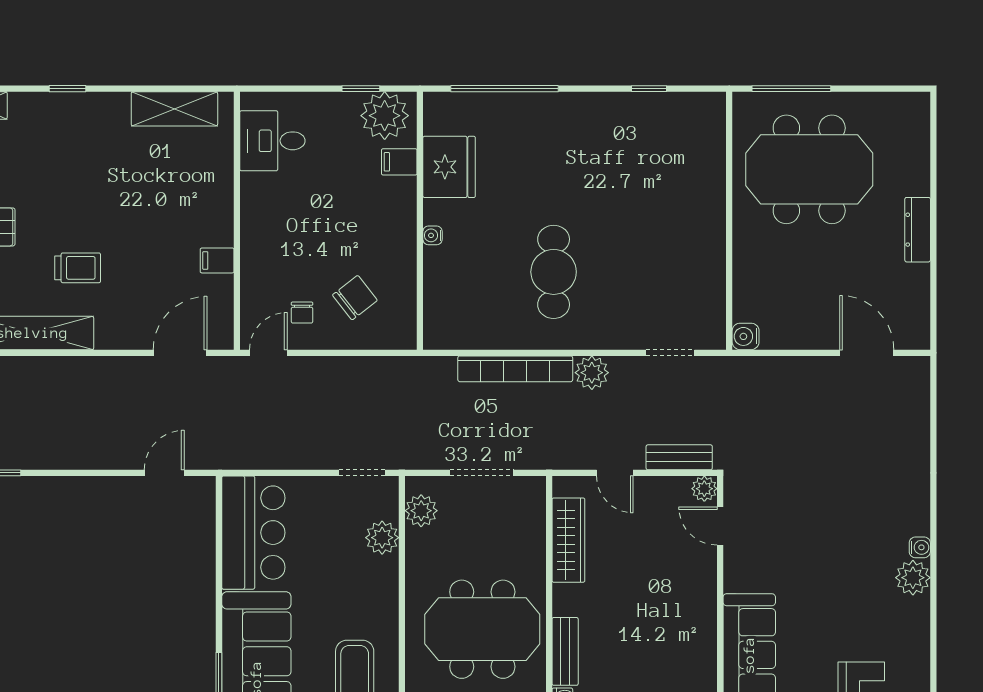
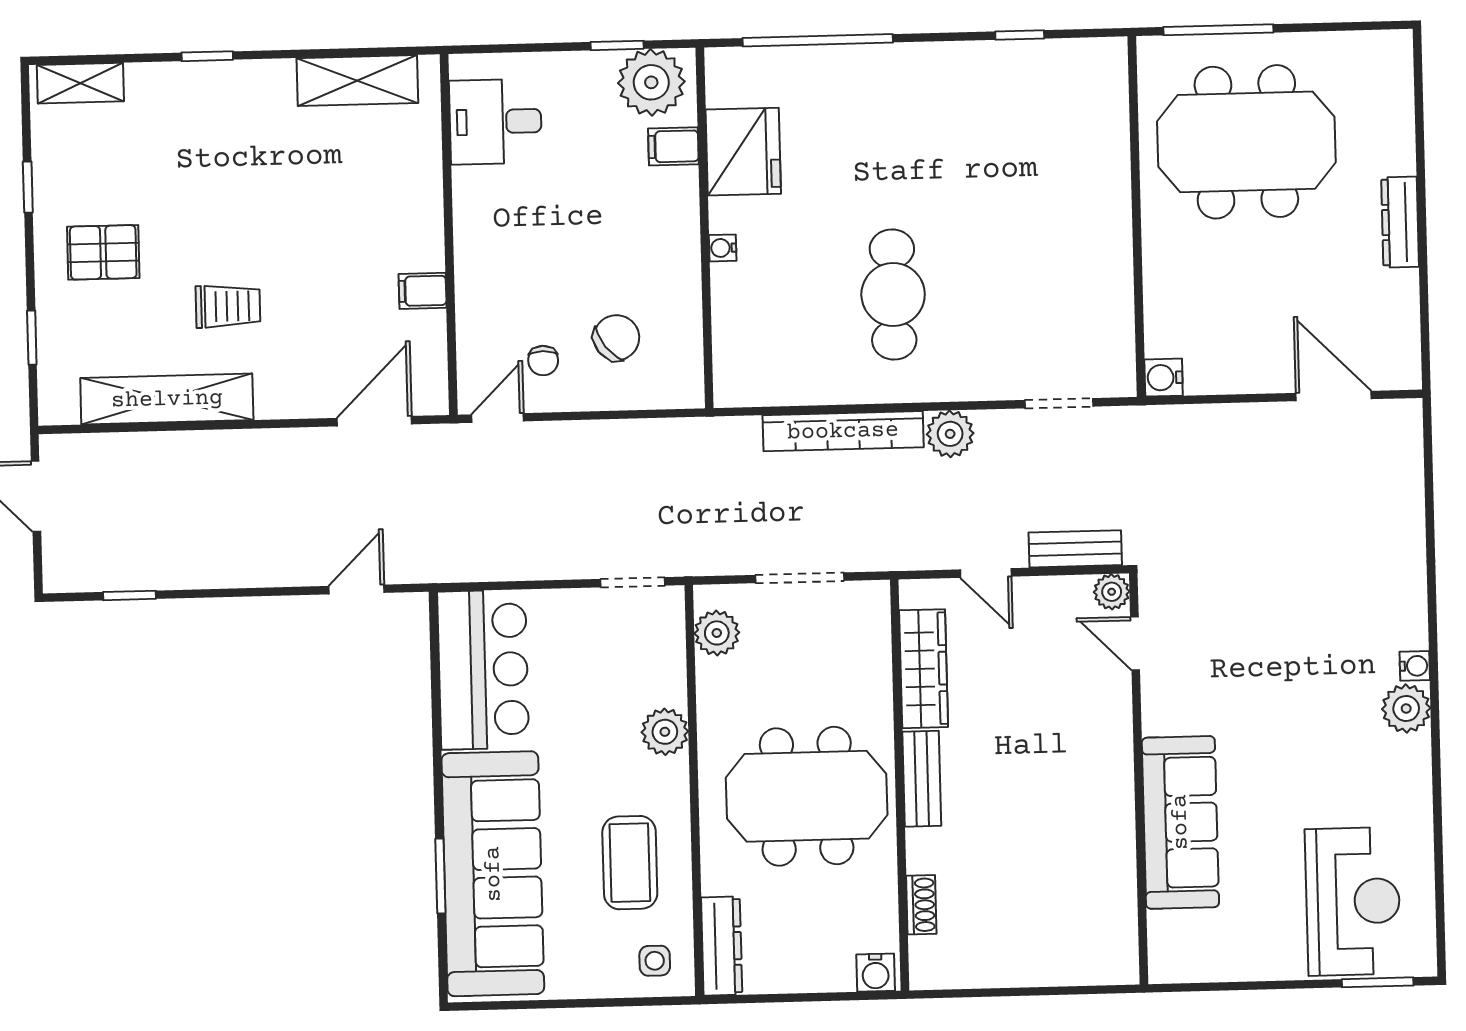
plant: (382, 538) -> (665, 732), moved
bench: (565, 651) -> (922, 779), moved

